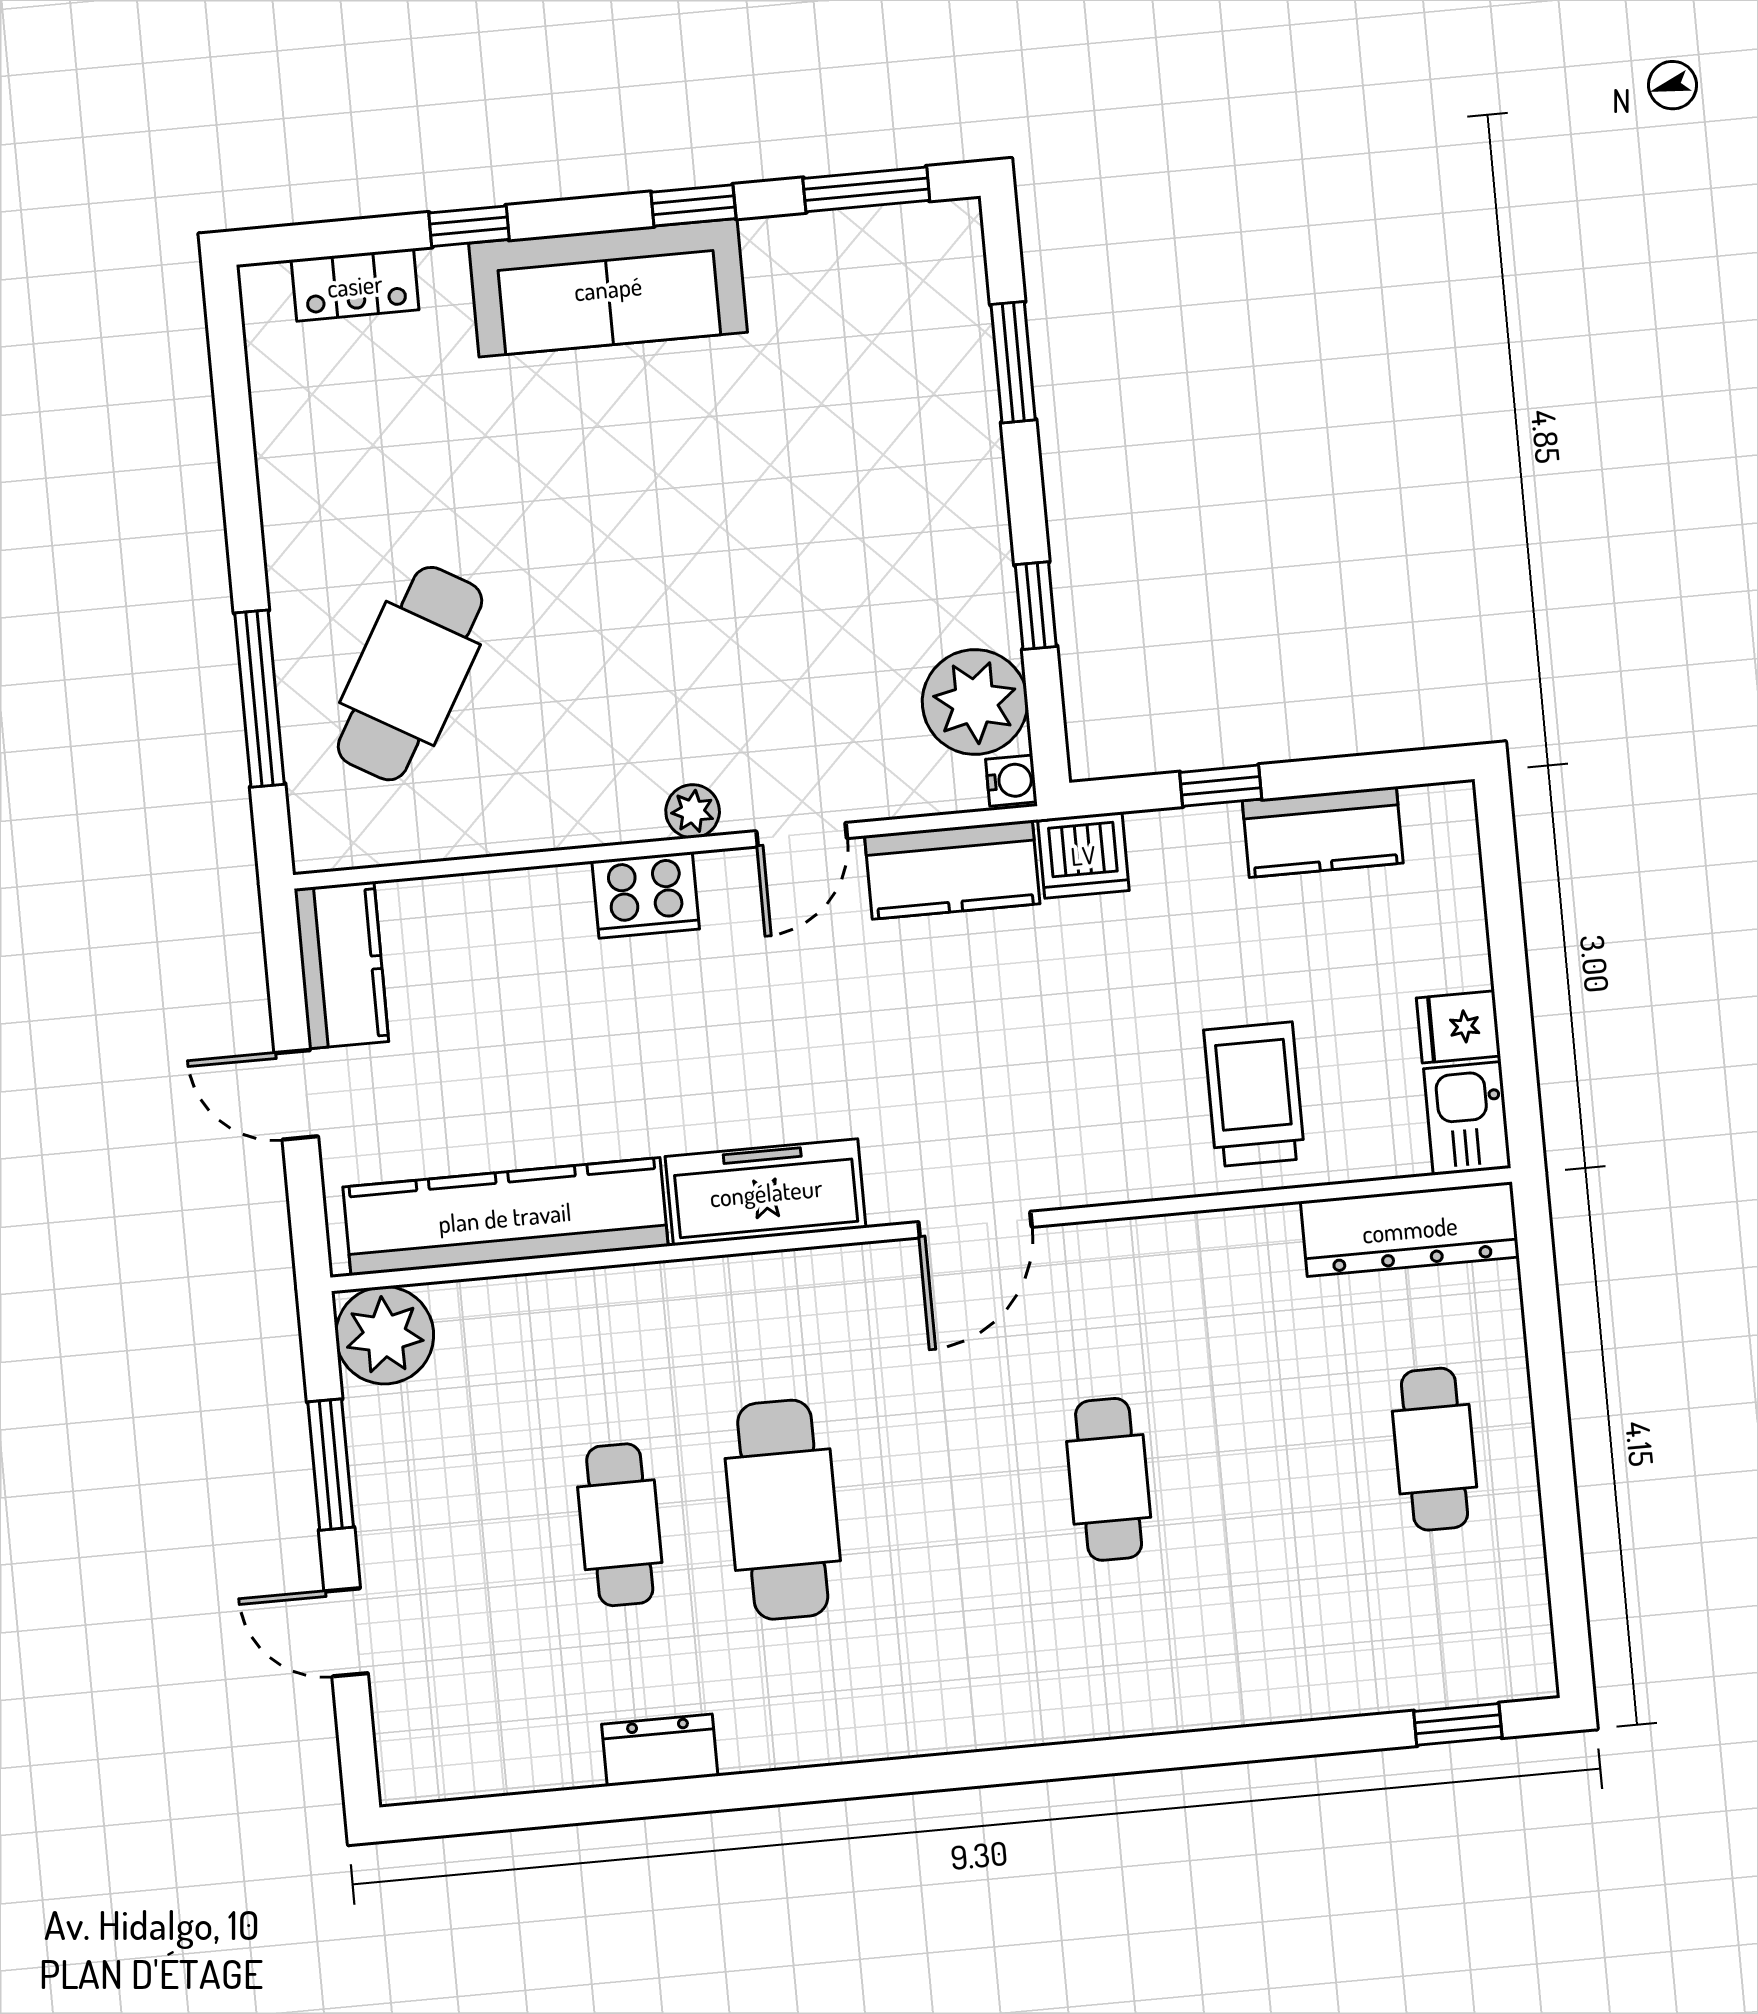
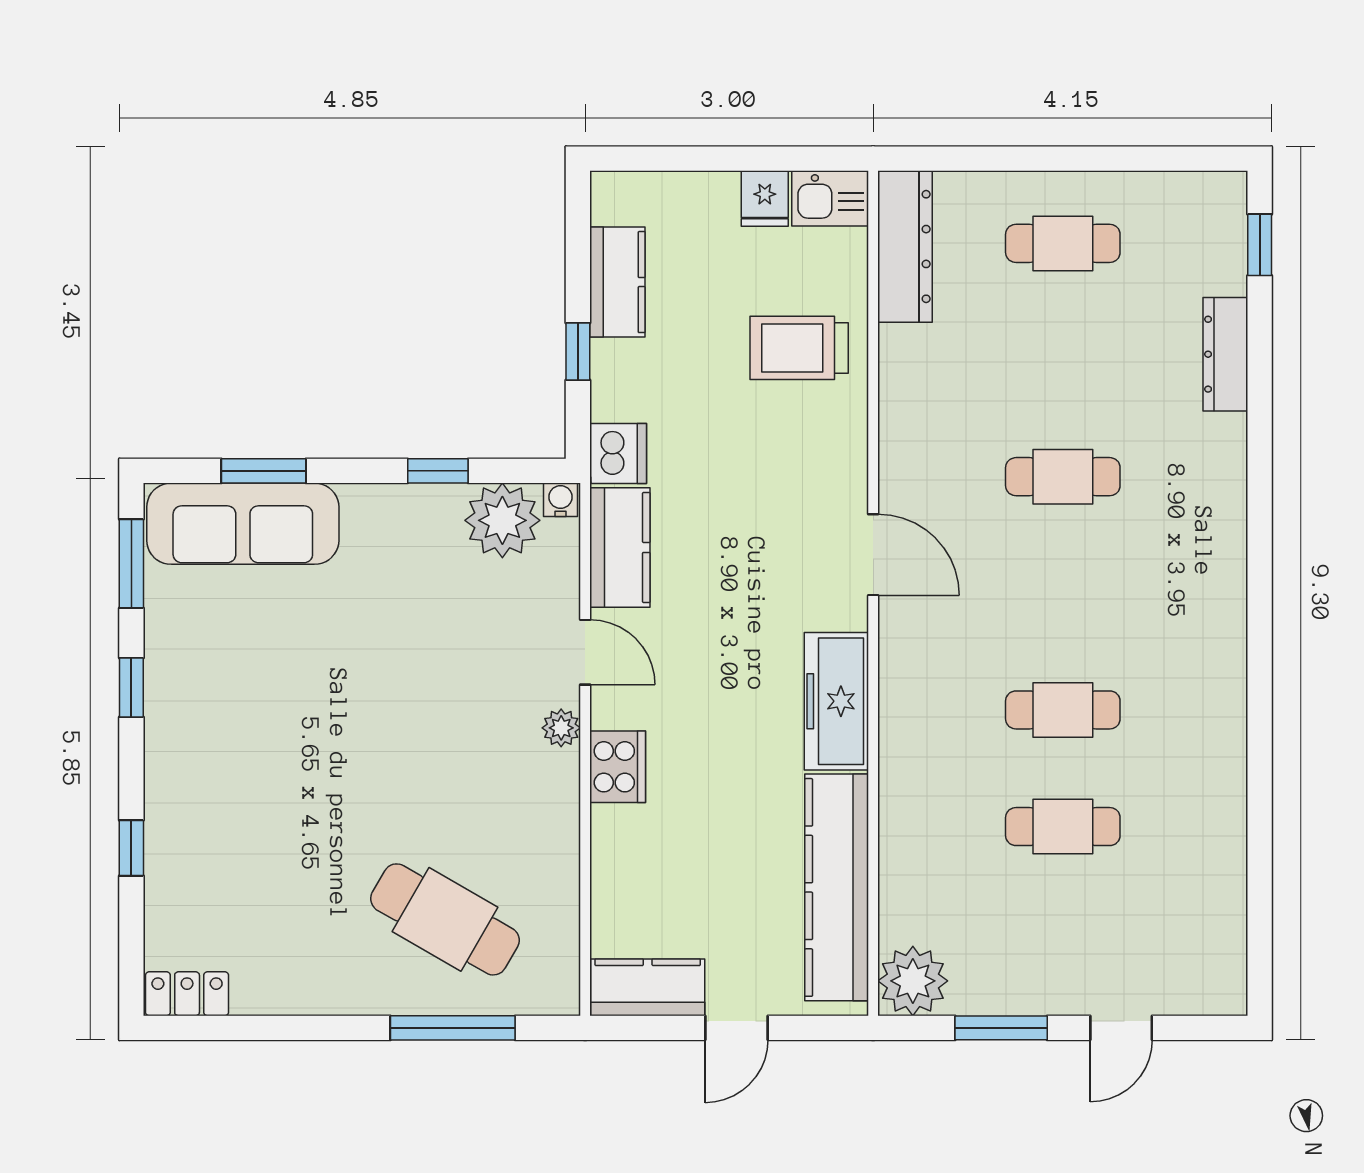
locker: (355, 285) -> (187, 994), moved, turned -90
sofa: (608, 288) -> (243, 524), moved, turned 90
cafe table: (783, 1510) -> (1063, 710), width x0.73, depth x0.74
dresser: (660, 1750) -> (1225, 354), moved, width x1.44

